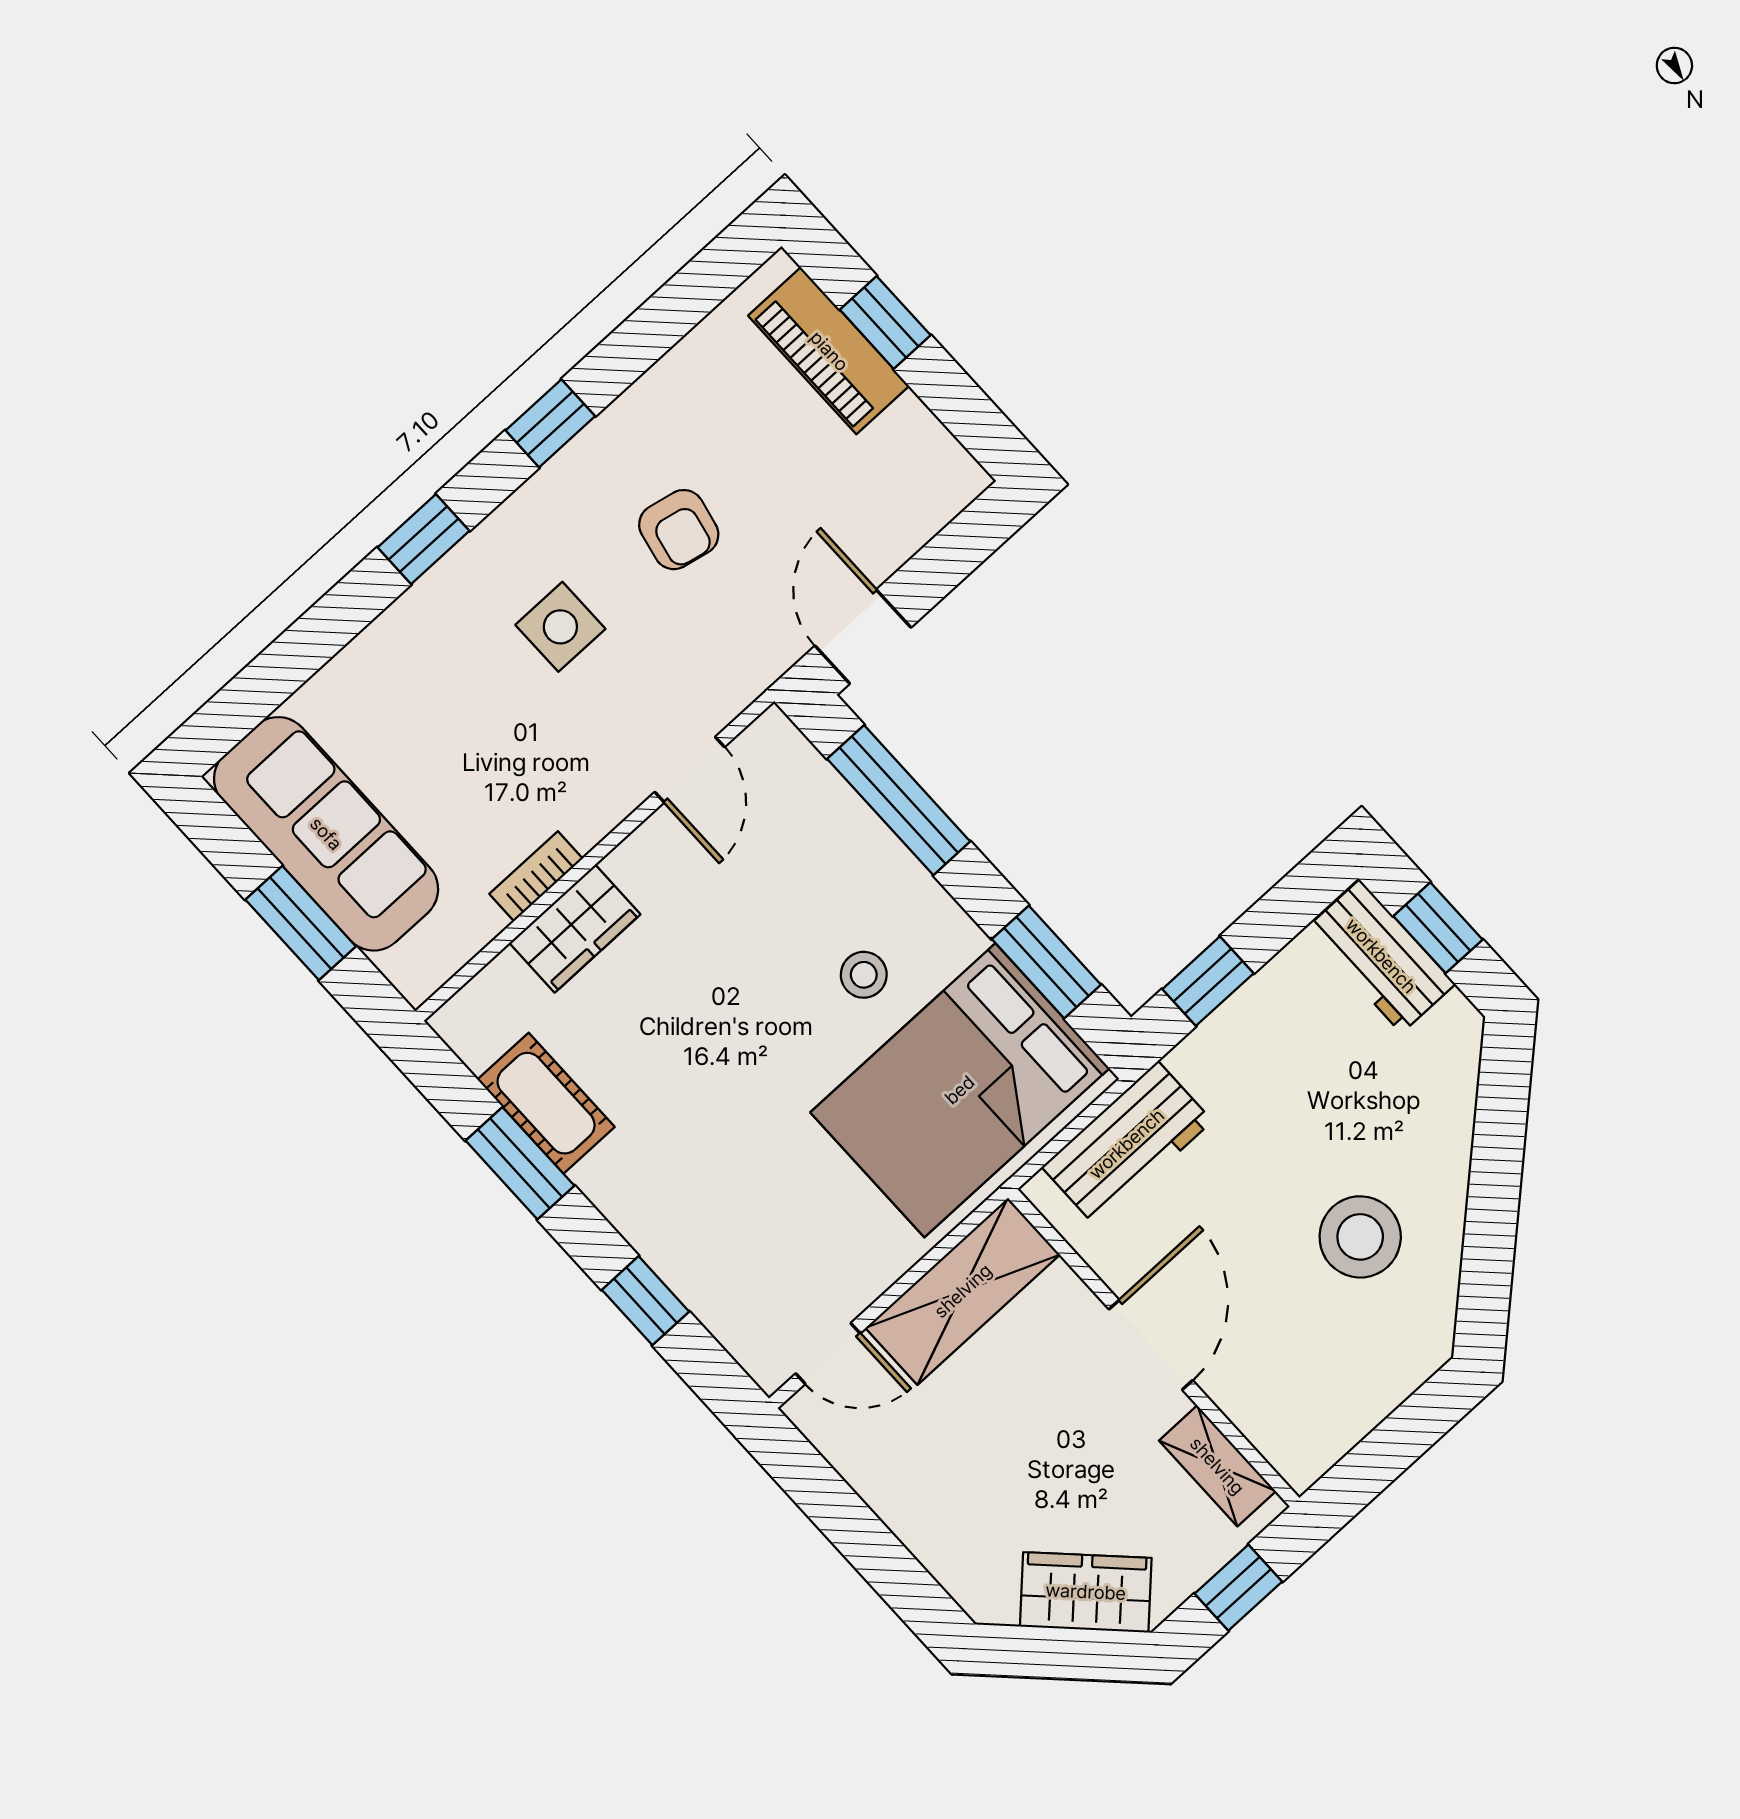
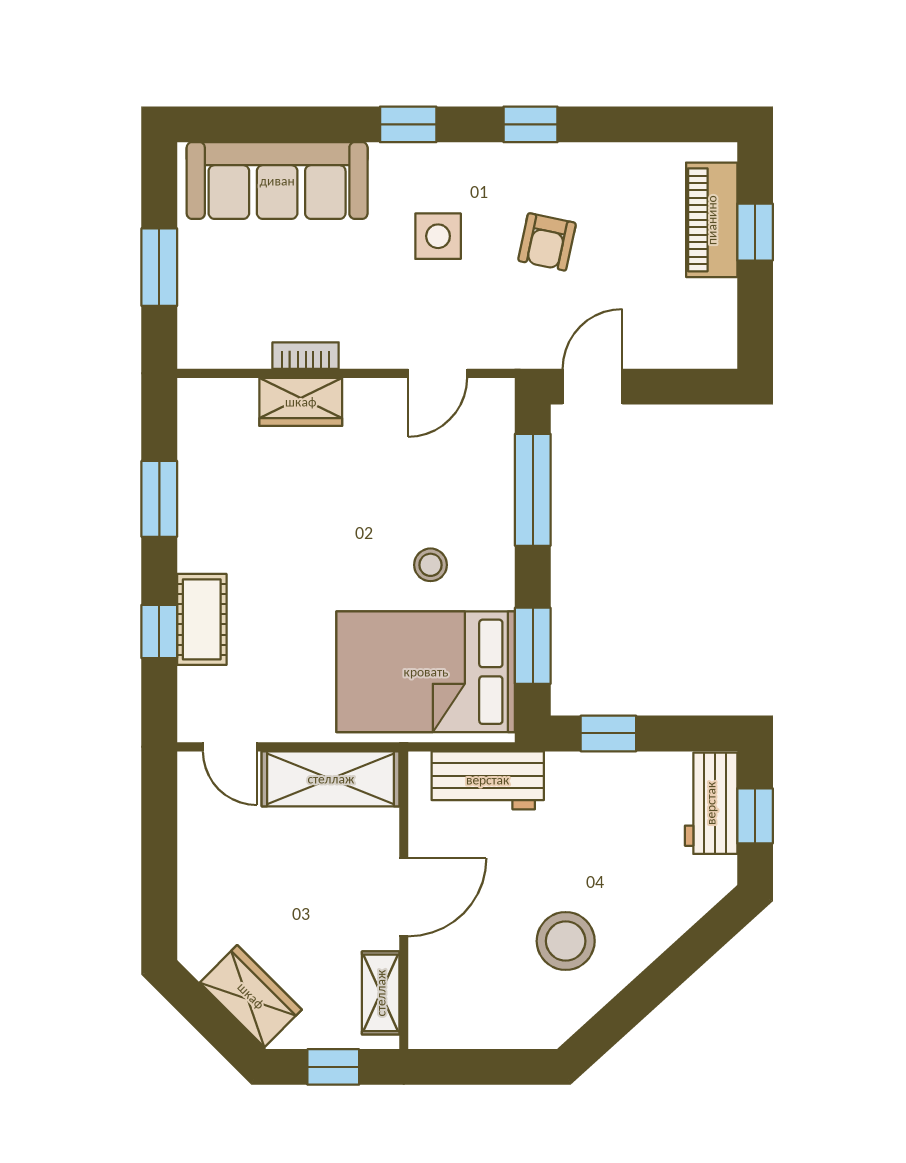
sofa: (326, 834) -> (277, 181), moved, turned 90
cot: (546, 1103) -> (202, 619), moved

